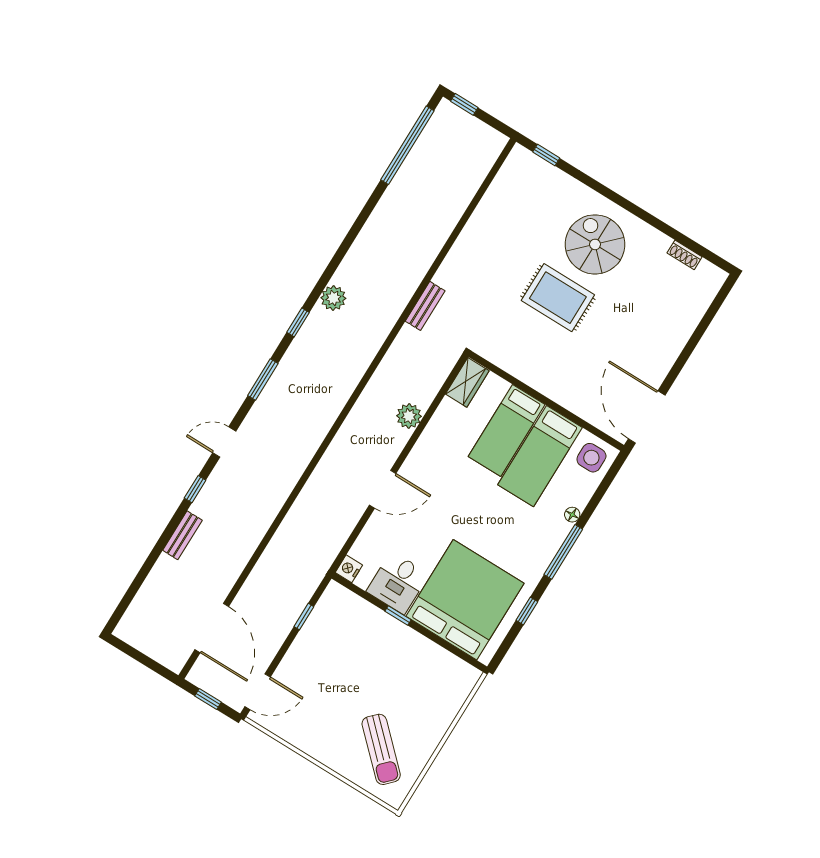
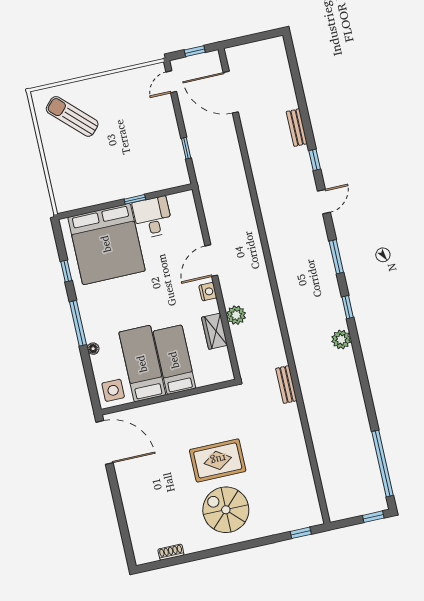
spiral stairs: (595, 244) -> (226, 510), turned 180
wardrobe: (467, 382) -> (215, 331), moved
nightstand: (349, 569) -> (208, 292), moved
door: (258, 692) -> (171, 82), width x0.73

